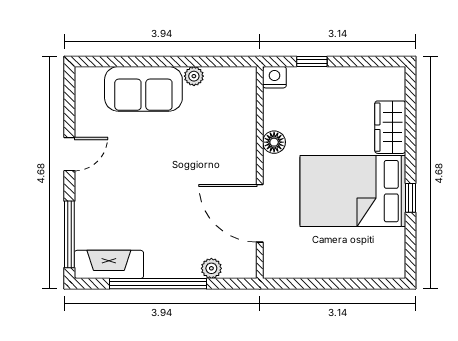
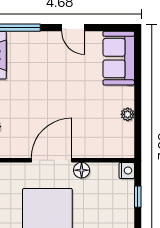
sofa: (143, 89) -> (119, 58), moved
door: (260, 213) -> (51, 160), moved

